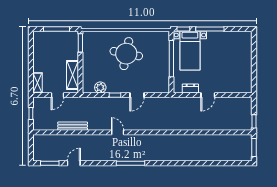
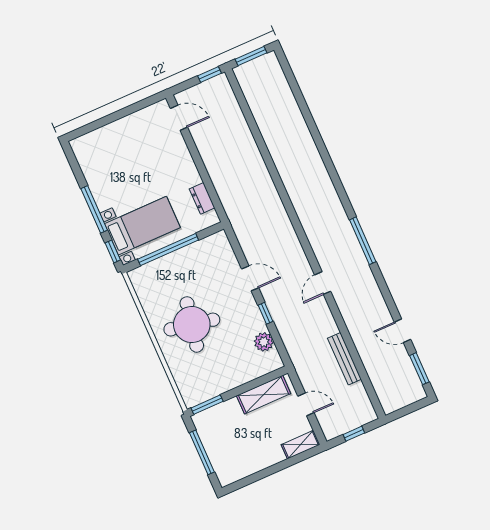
door: (208, 95) -> (179, 118), moved

